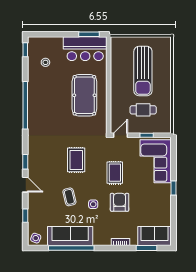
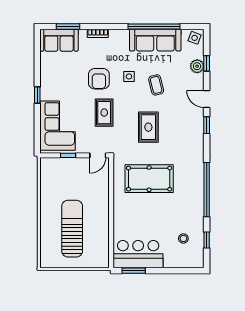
window: (25, 50) -> (207, 240), moved
pool table: (84, 95) -> (149, 179), moved, turned 90
cafe table: (143, 110) -> (72, 184), removed
plant: (34, 213) -> (197, 66), added

